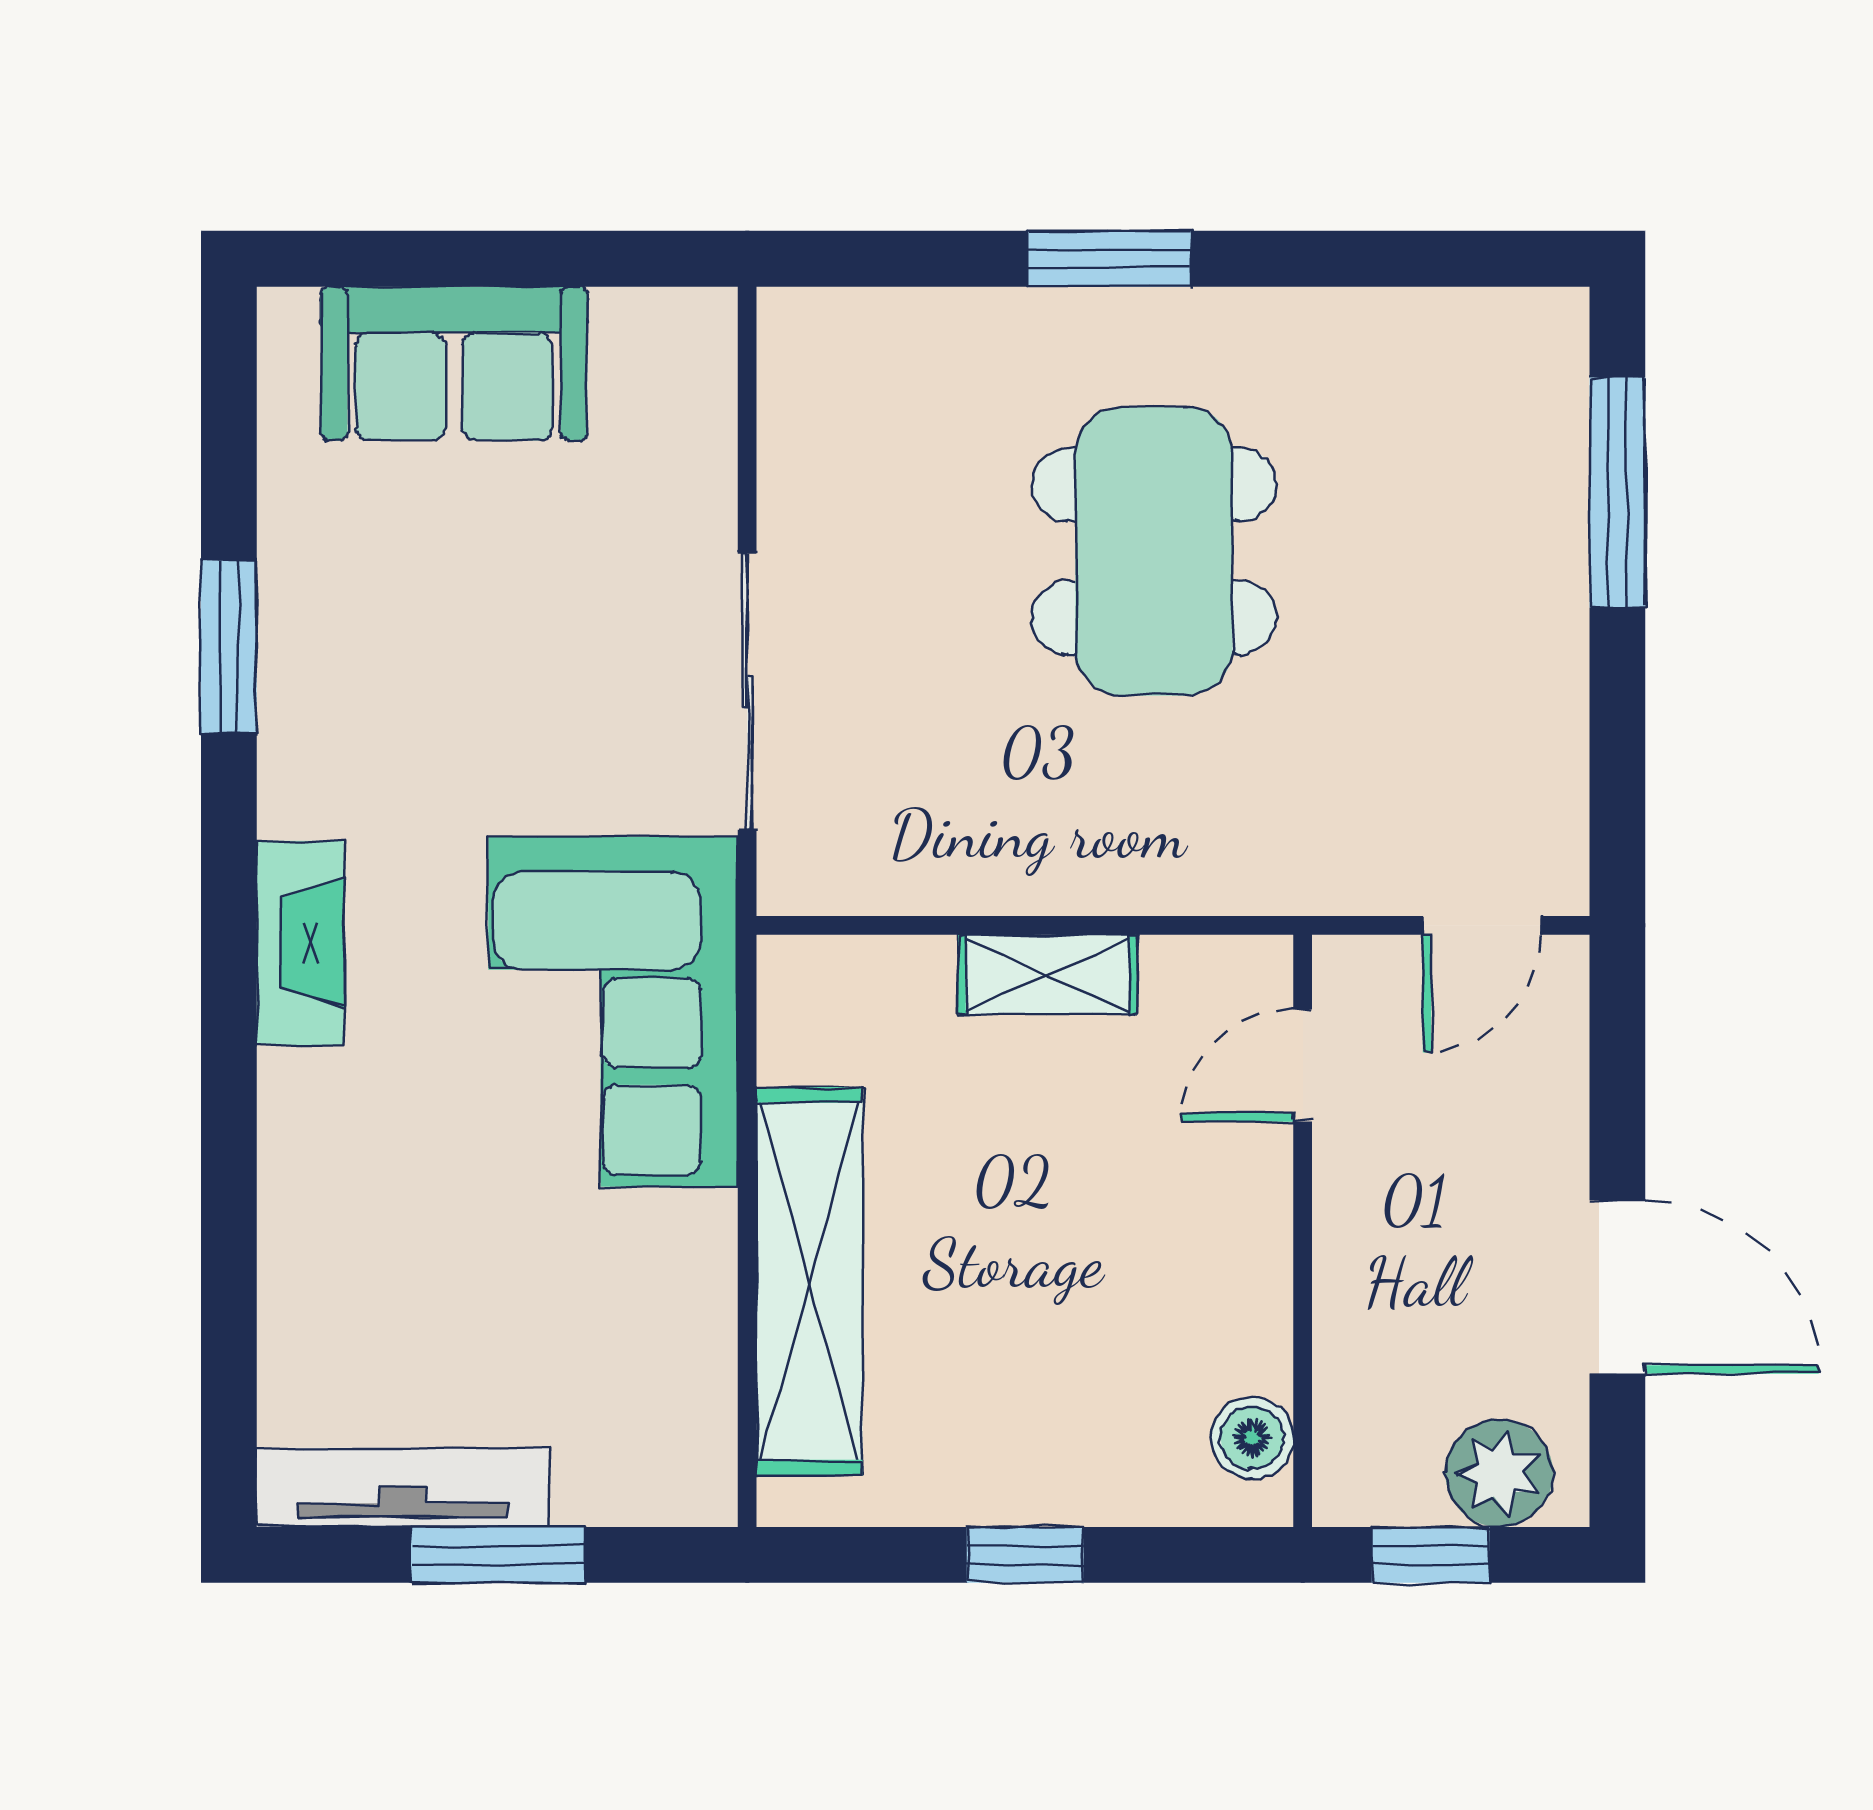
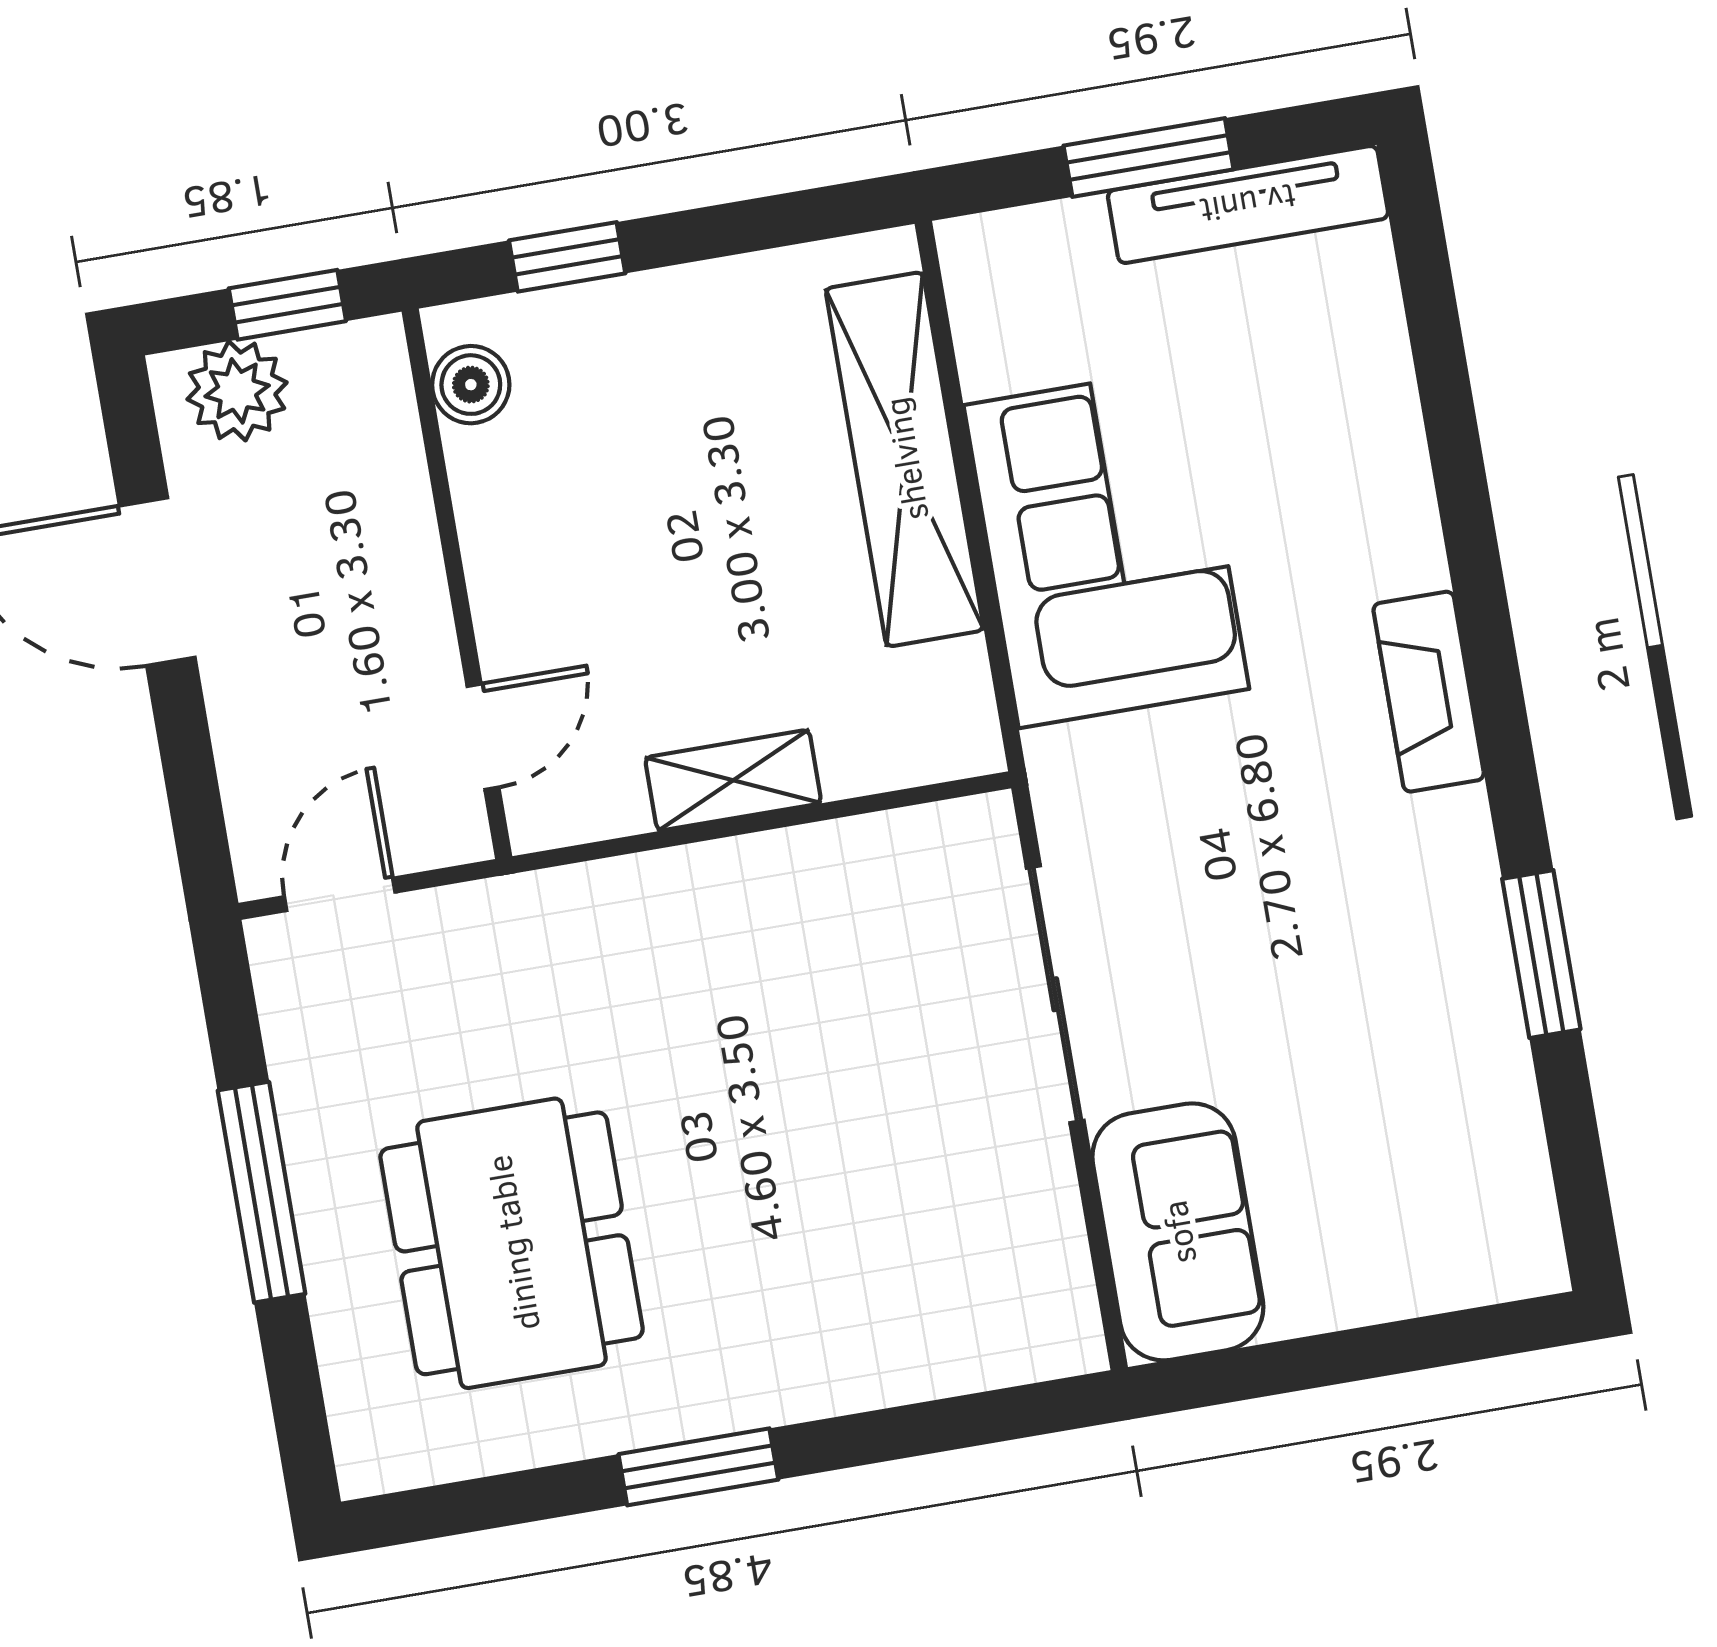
window: (1109, 259) -> (698, 1467), moved
sofa: (454, 364) -> (1178, 1232), moved, turned 90
window: (1617, 493) -> (262, 1192), moved
dining table: (1154, 551) -> (512, 1243), moved
corner sofa: (613, 1012) -> (1106, 547), moved
window: (1025, 1555) -> (567, 257), moved

